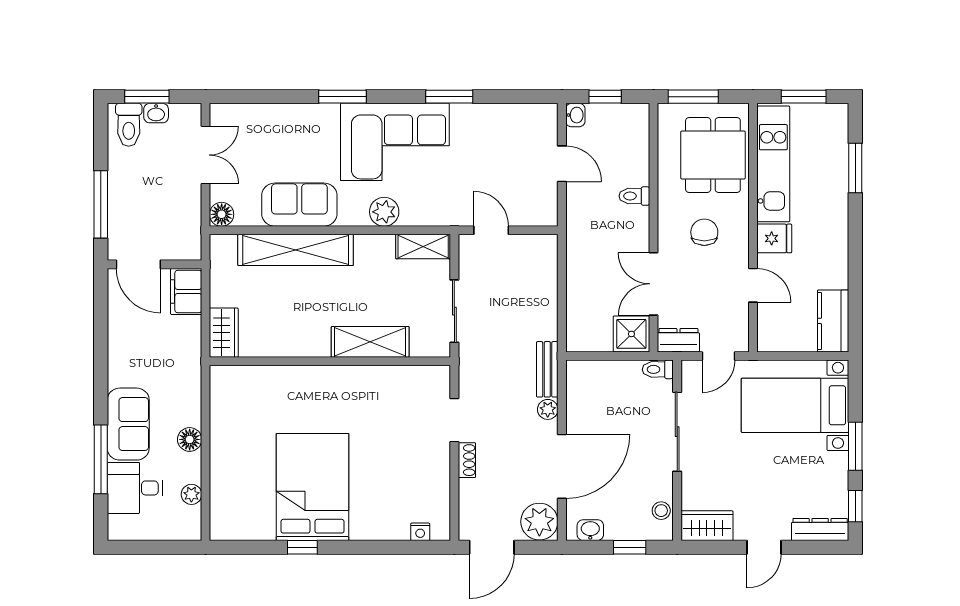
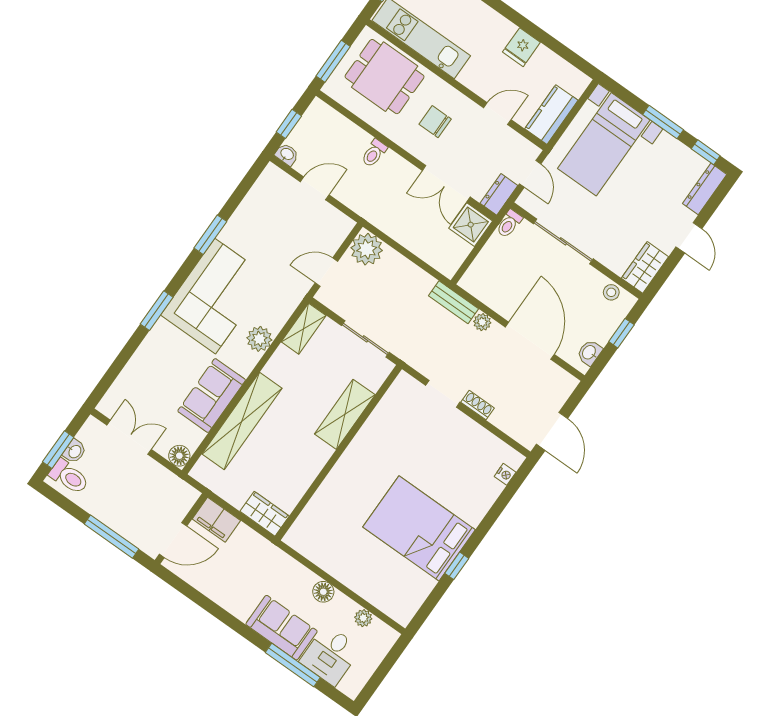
fridge: (774, 238) -> (521, 47), moved, turned 180
kitchen counter: (833, 321) -> (551, 115), moved, turned 90
plant: (539, 522) -> (367, 249), moved

